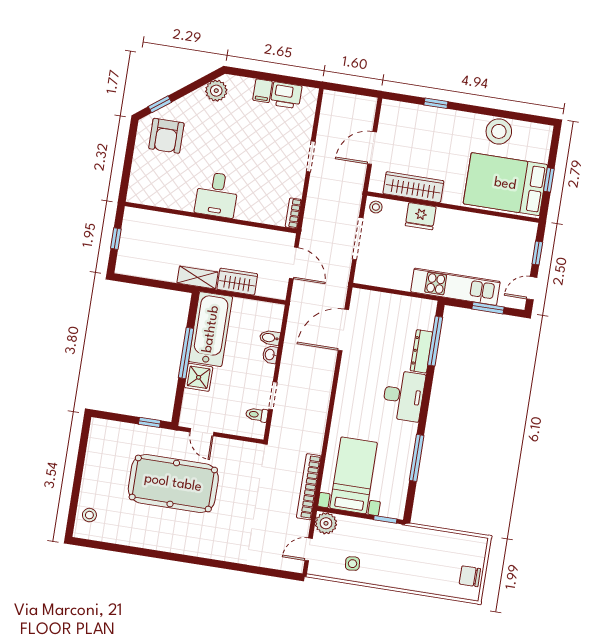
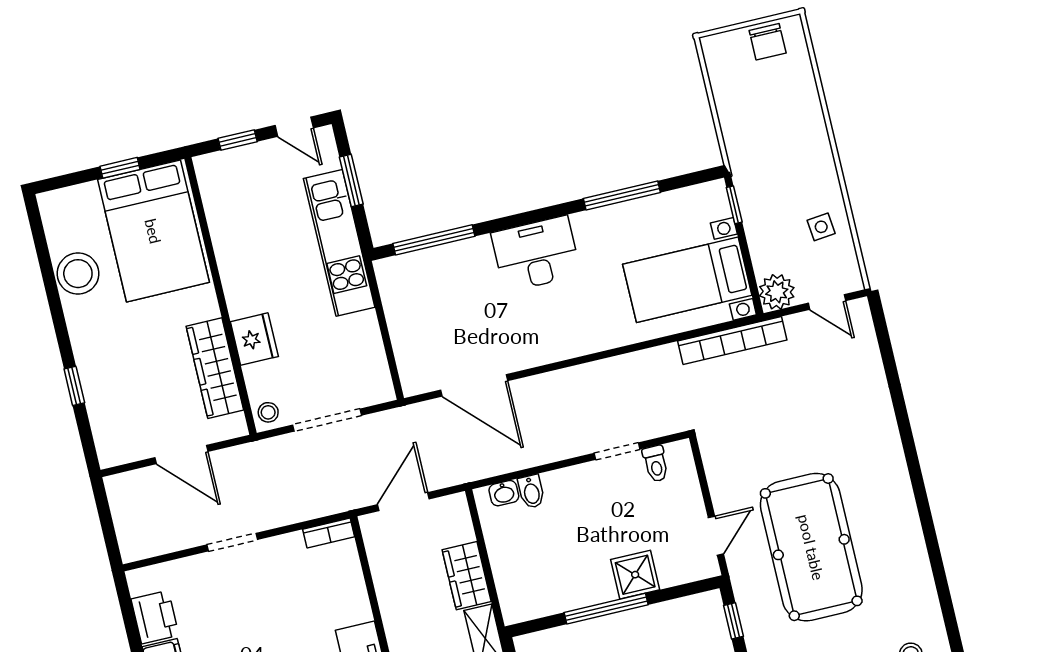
bathtub: (211, 329) -> (555, 587), removed
dresser: (421, 351) -> (458, 254), removed
washbasin: (270, 355) -> (504, 493), moved

